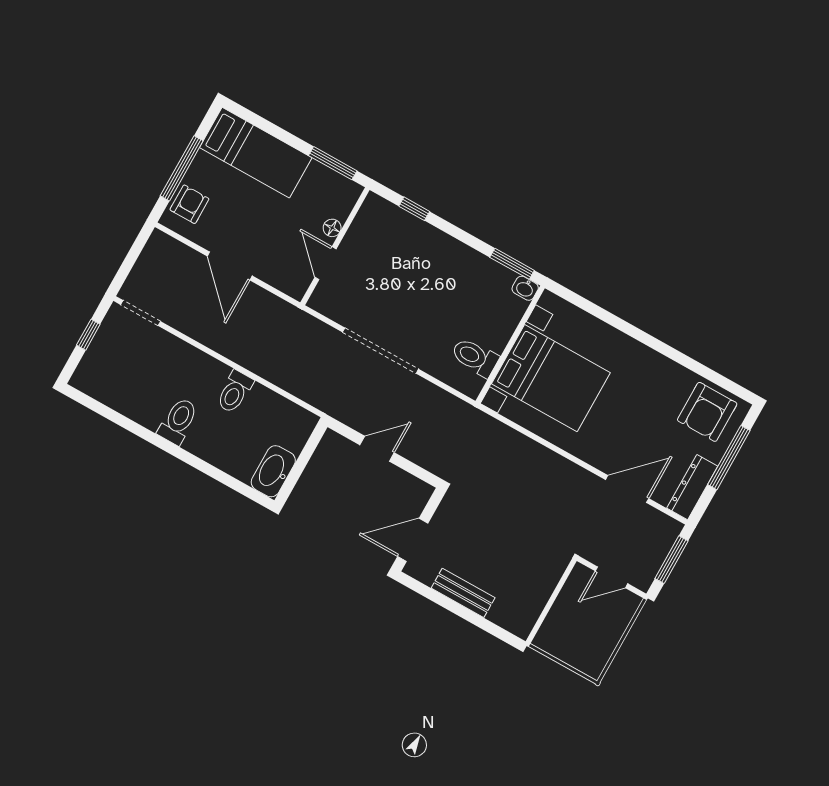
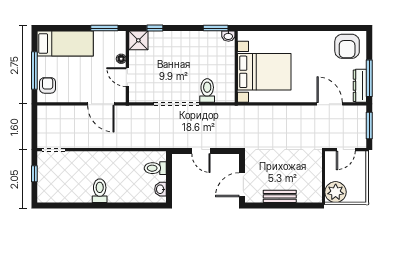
shower: (376, 214) -> (138, 40), added
door: (230, 266) -> (101, 104), moved
toilet: (475, 357) -> (207, 91), moved, turned 90
toilet: (235, 392) -> (155, 168), moved, turned 90
door: (377, 449) -> (201, 151), swing flipped
window: (729, 458) -> (369, 78), moved
washbasin: (273, 471) -> (160, 189), width x0.52, depth x0.69
door: (627, 489) -> (330, 104), hinge flipped
plant: (557, 636) -> (336, 192), added

